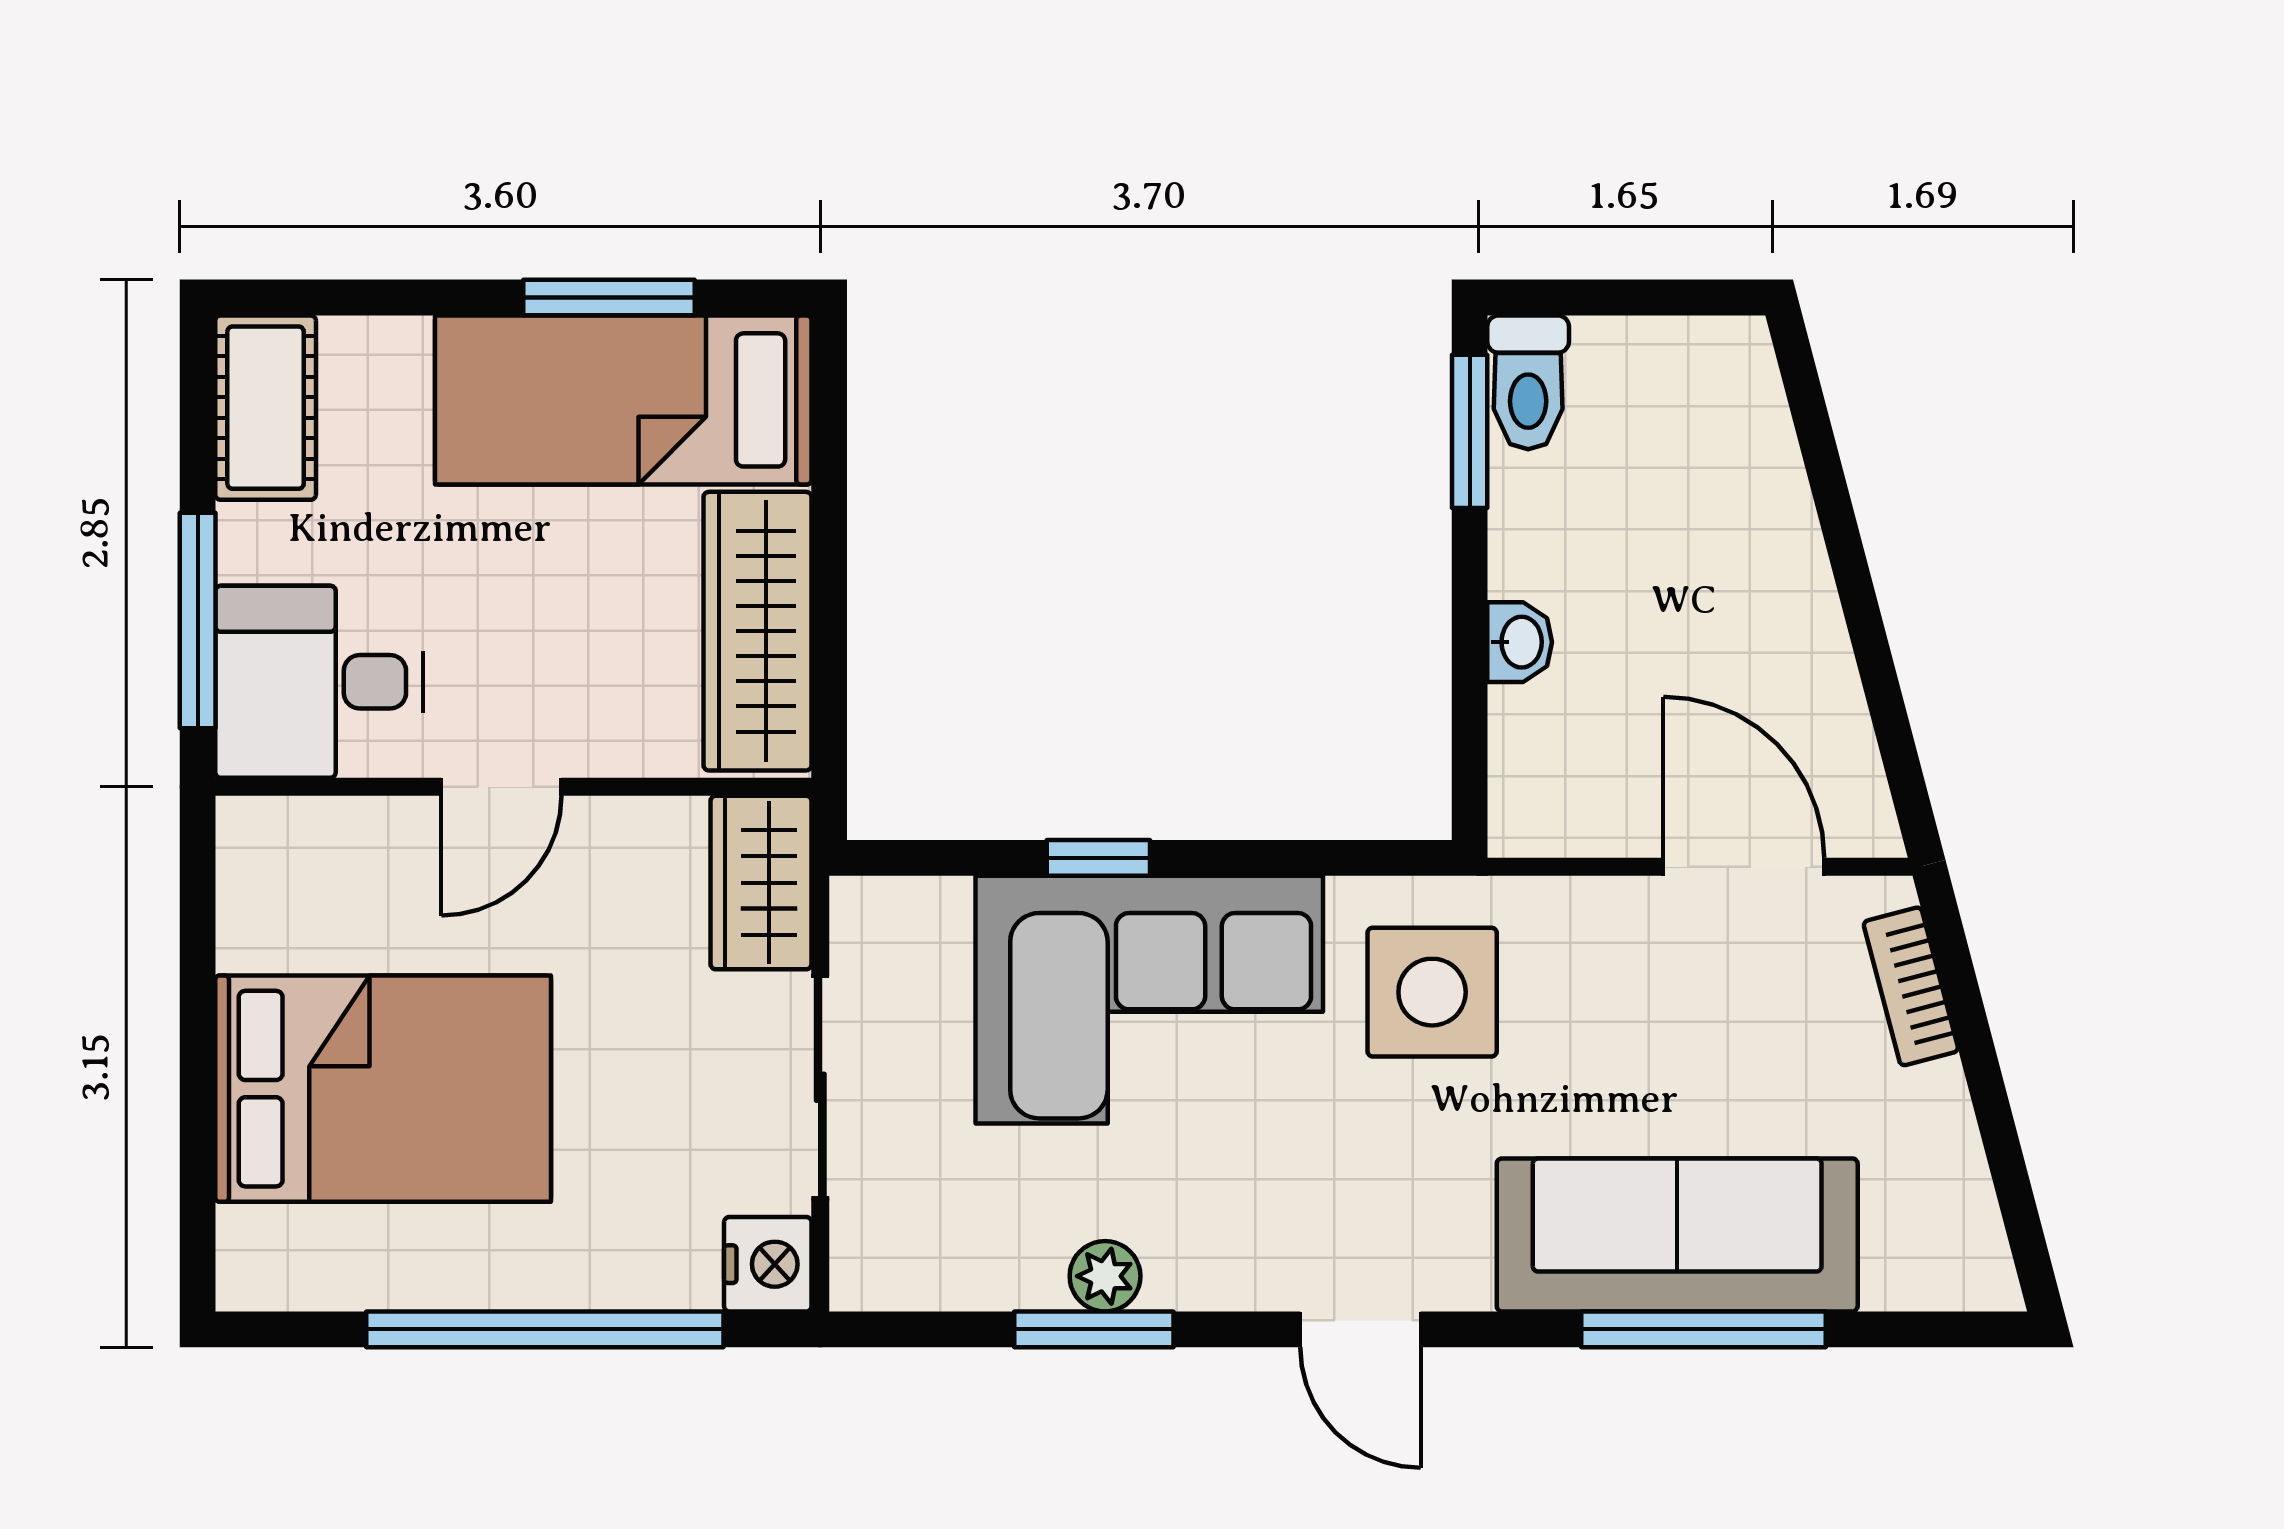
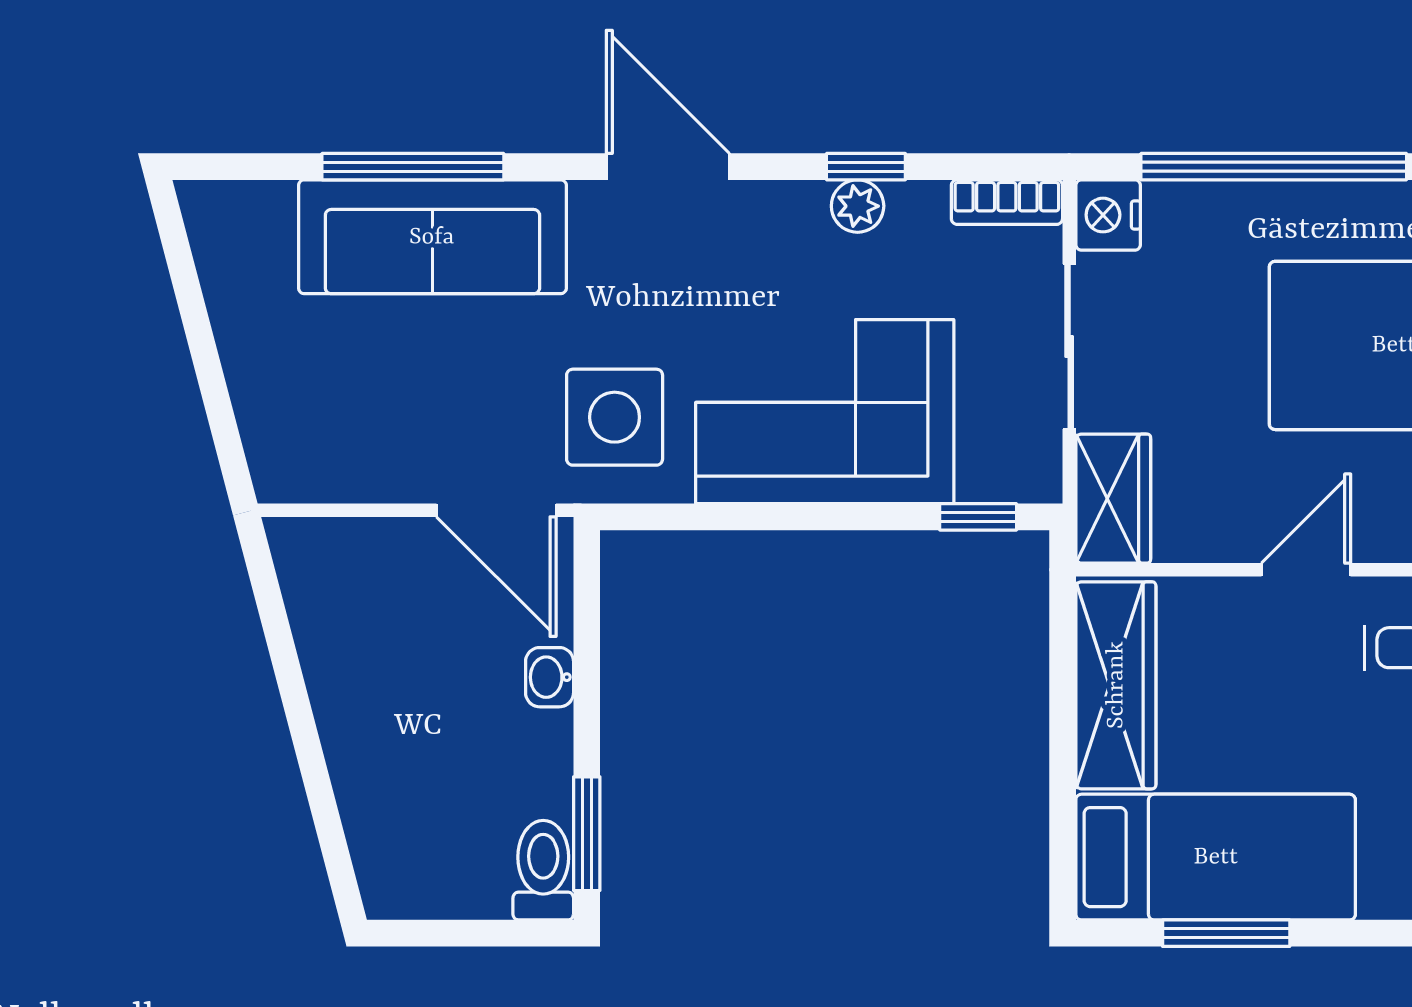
window: (1098, 858) -> (978, 517), moved
door: (1744, 867) -> (496, 510), moved
bookcase: (1911, 986) -> (1007, 202), moved, turned 105
window: (1094, 1329) -> (866, 167), width x0.67
door: (1360, 1329) -> (668, 167), width x1.38

